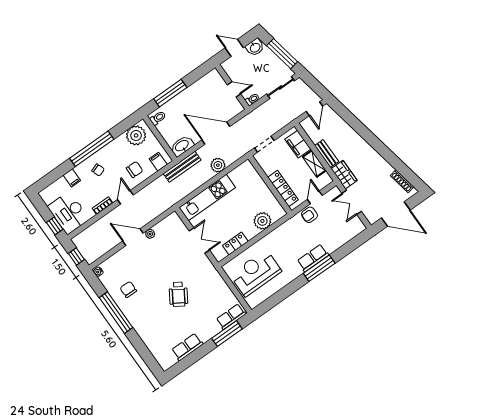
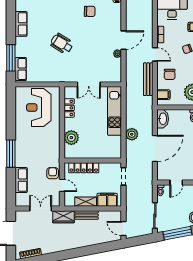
bench: (182, 167) -> (148, 79), moved
row of seats: (313, 258) -> (21, 180), moved
reception desk: (256, 273) -> (39, 108), turned 180

